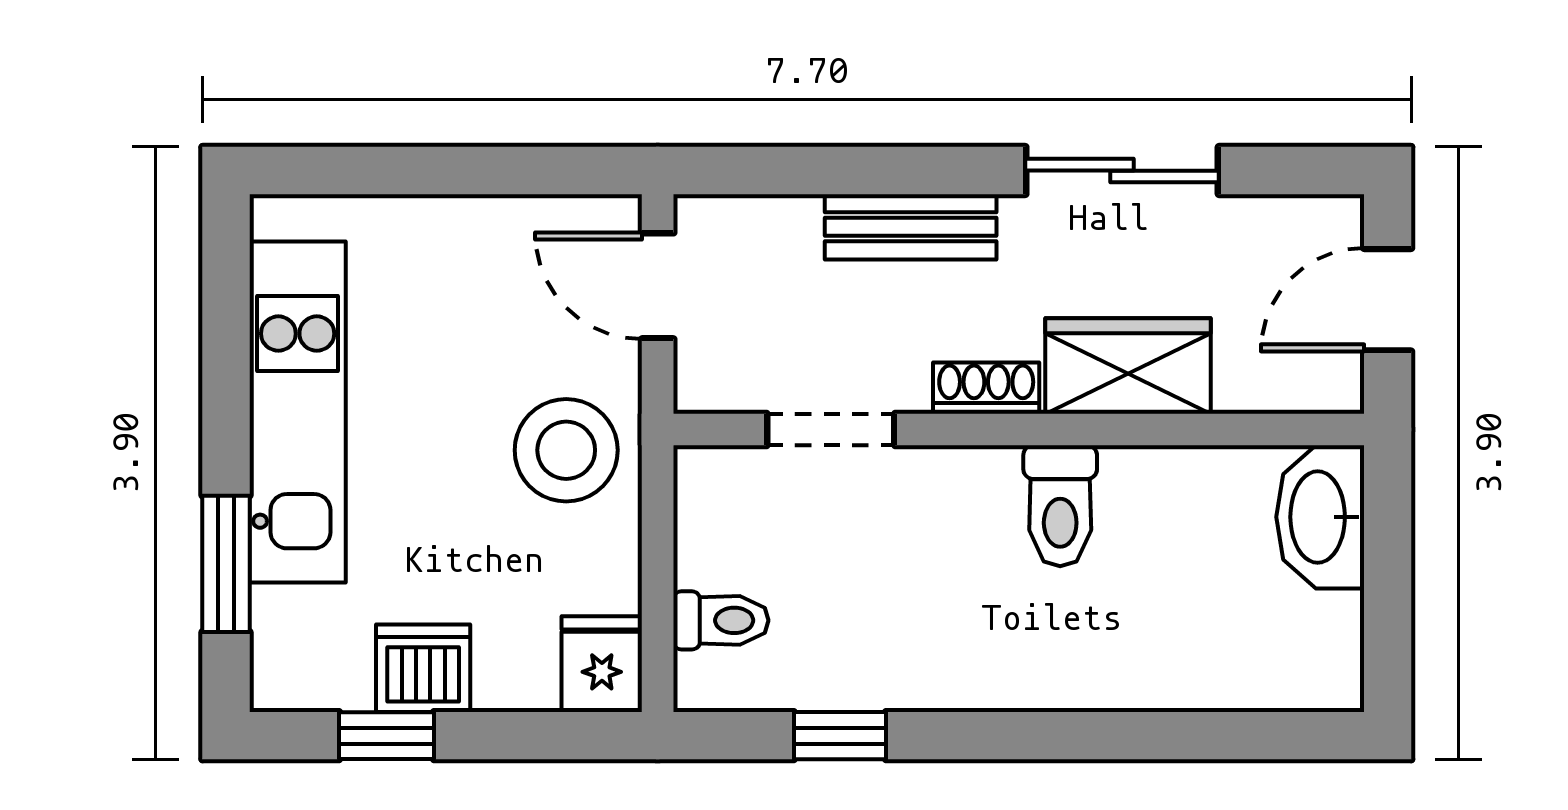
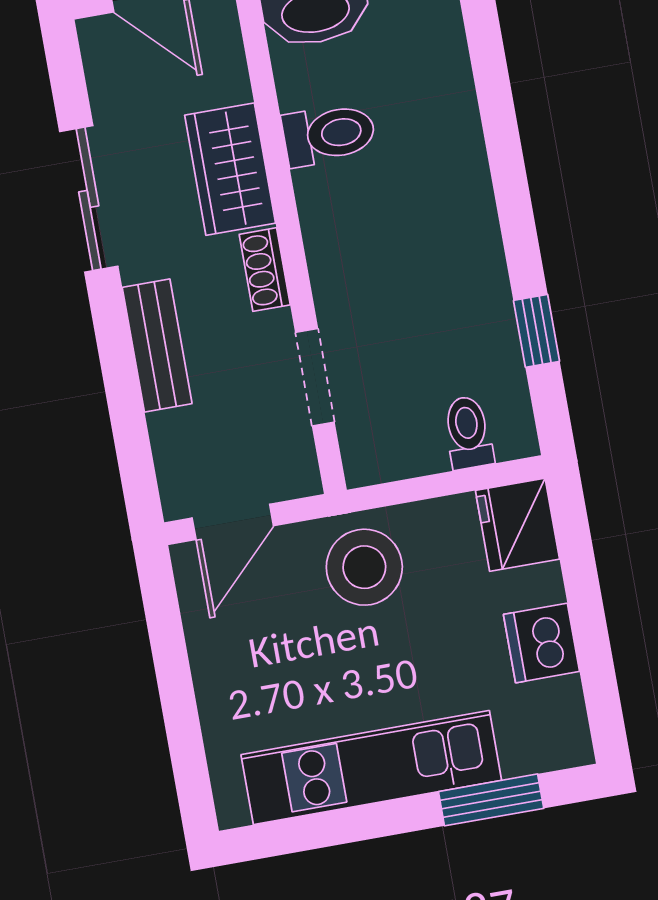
toilet: (1060, 506) -> (329, 134), moved
fridge: (602, 664) -> (517, 525), width x1.38
window: (386, 736) -> (595, 661), removed

